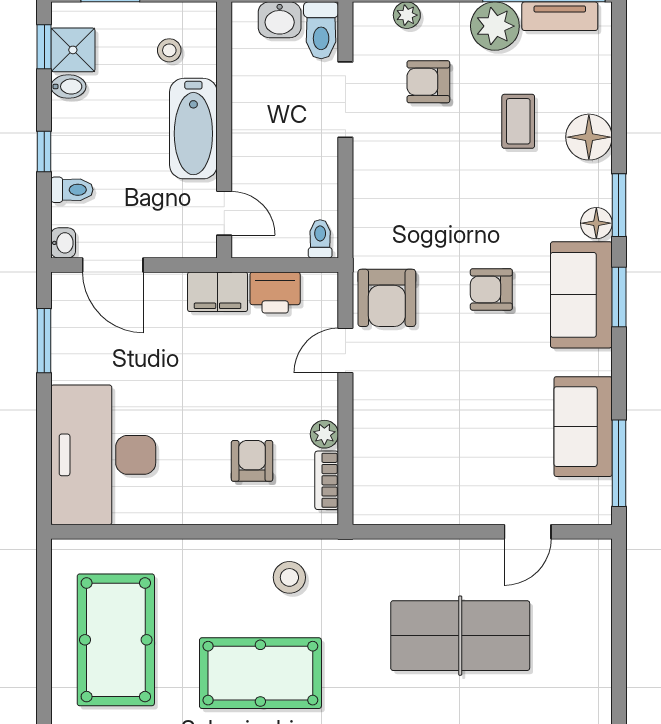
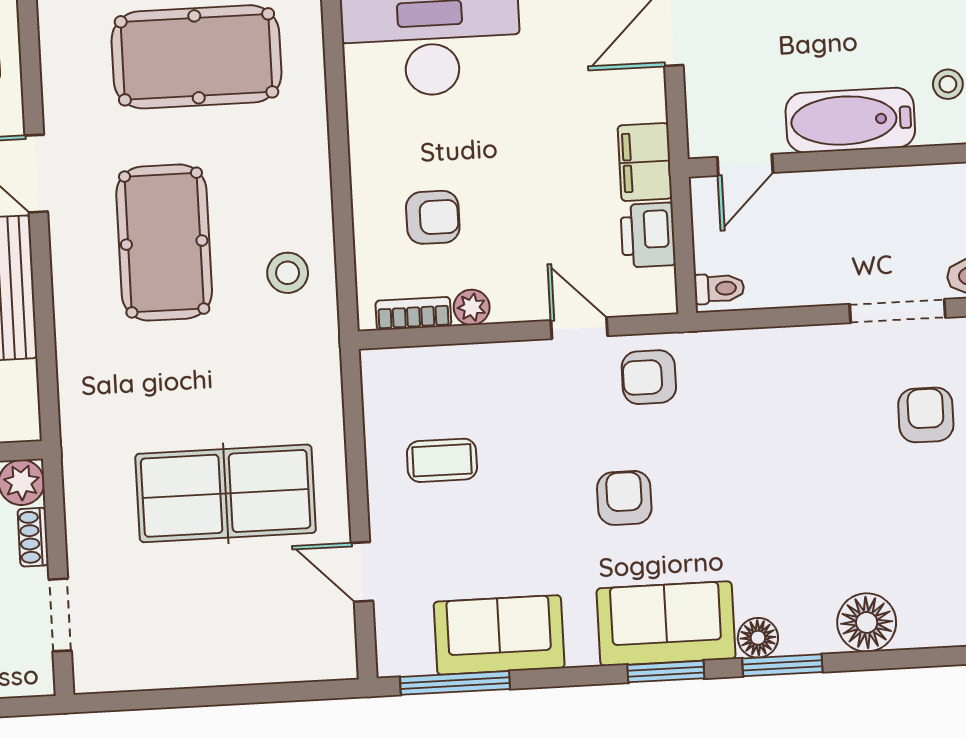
coffee table: (518, 121) -> (442, 460), moved
armchair: (491, 289) -> (624, 498), moved
armchair: (387, 298) -> (649, 377), width x0.72, depth x0.72
table tennis table: (460, 636) -> (226, 493), turned 90

